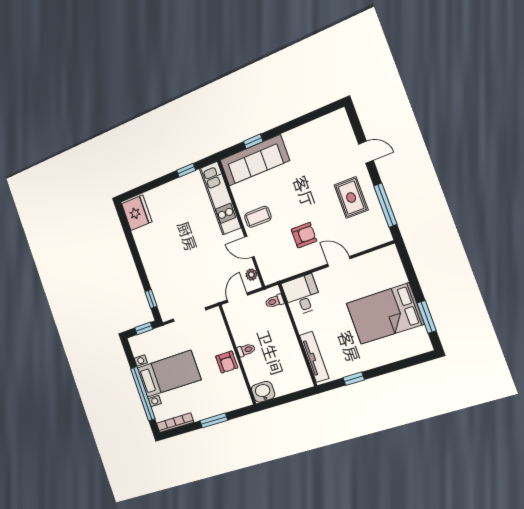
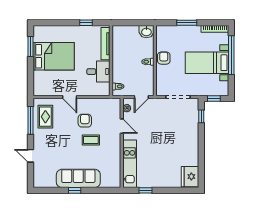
window: (253, 141) -> (75, 190), moved
sofa: (254, 160) -> (78, 178), moved
rug: (351, 198) -> (45, 117), moved
coffee table: (258, 217) -> (91, 140), moved
armchair: (304, 235) -> (85, 121), turned 90
desk: (302, 295) -> (98, 72), moved, turned -90

